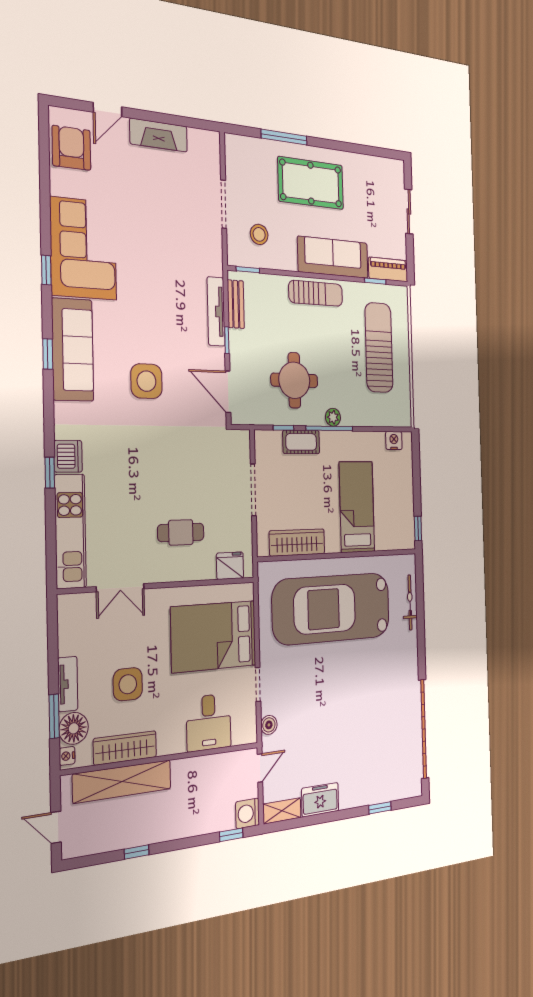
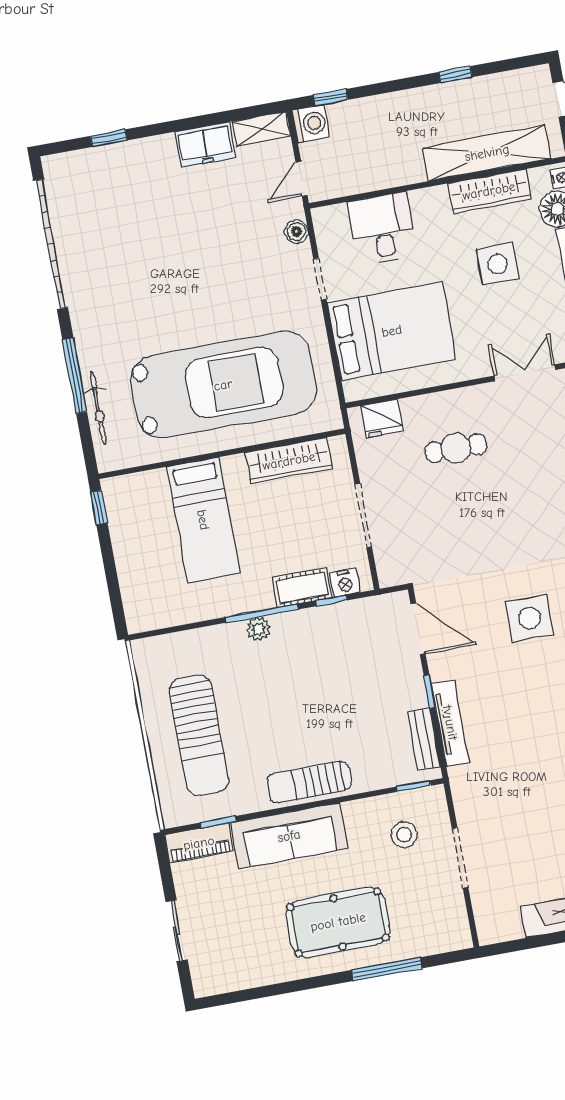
round table: (294, 380) -> (324, 664), removed
nightstand: (394, 440) -> (345, 583), moved
window: (421, 629) -> (75, 376), added

